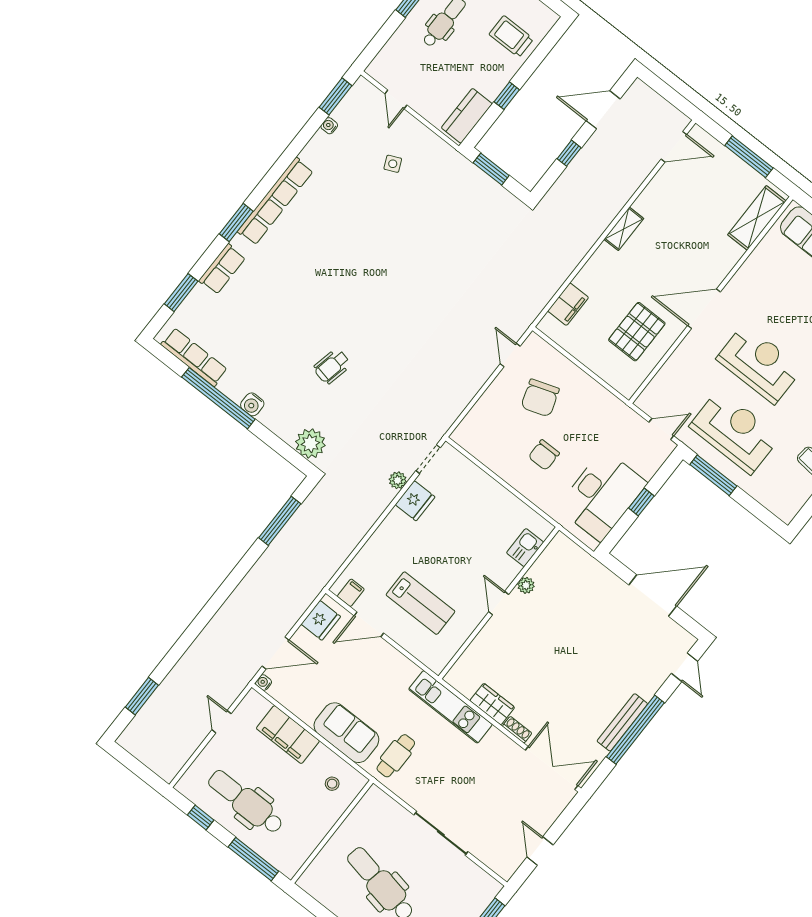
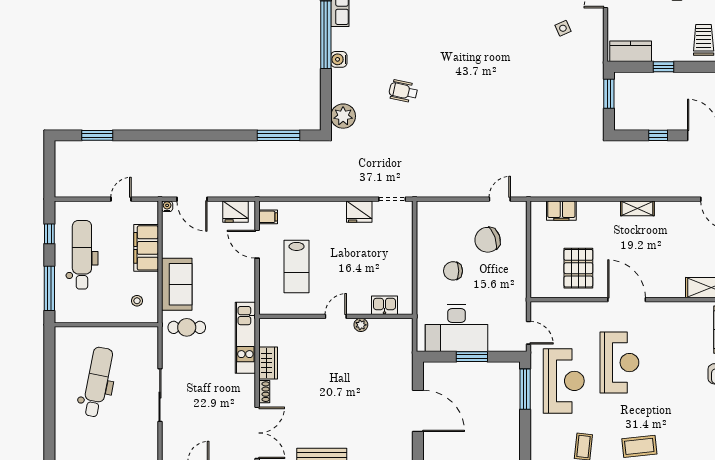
pallet: (637, 332) -> (578, 268), turned 90
plant: (398, 480) -> (363, 190), removed
window: (641, 502) -> (472, 357), width x1.50

